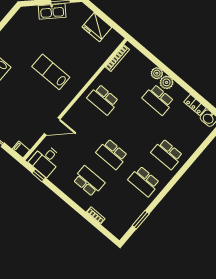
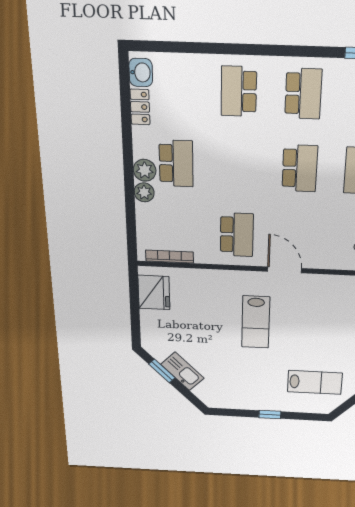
fridge: (97, 27) -> (154, 292), moved
door: (52, 126) -> (285, 270), moved
school desk: (167, 154) -> (239, 91), turned 180

